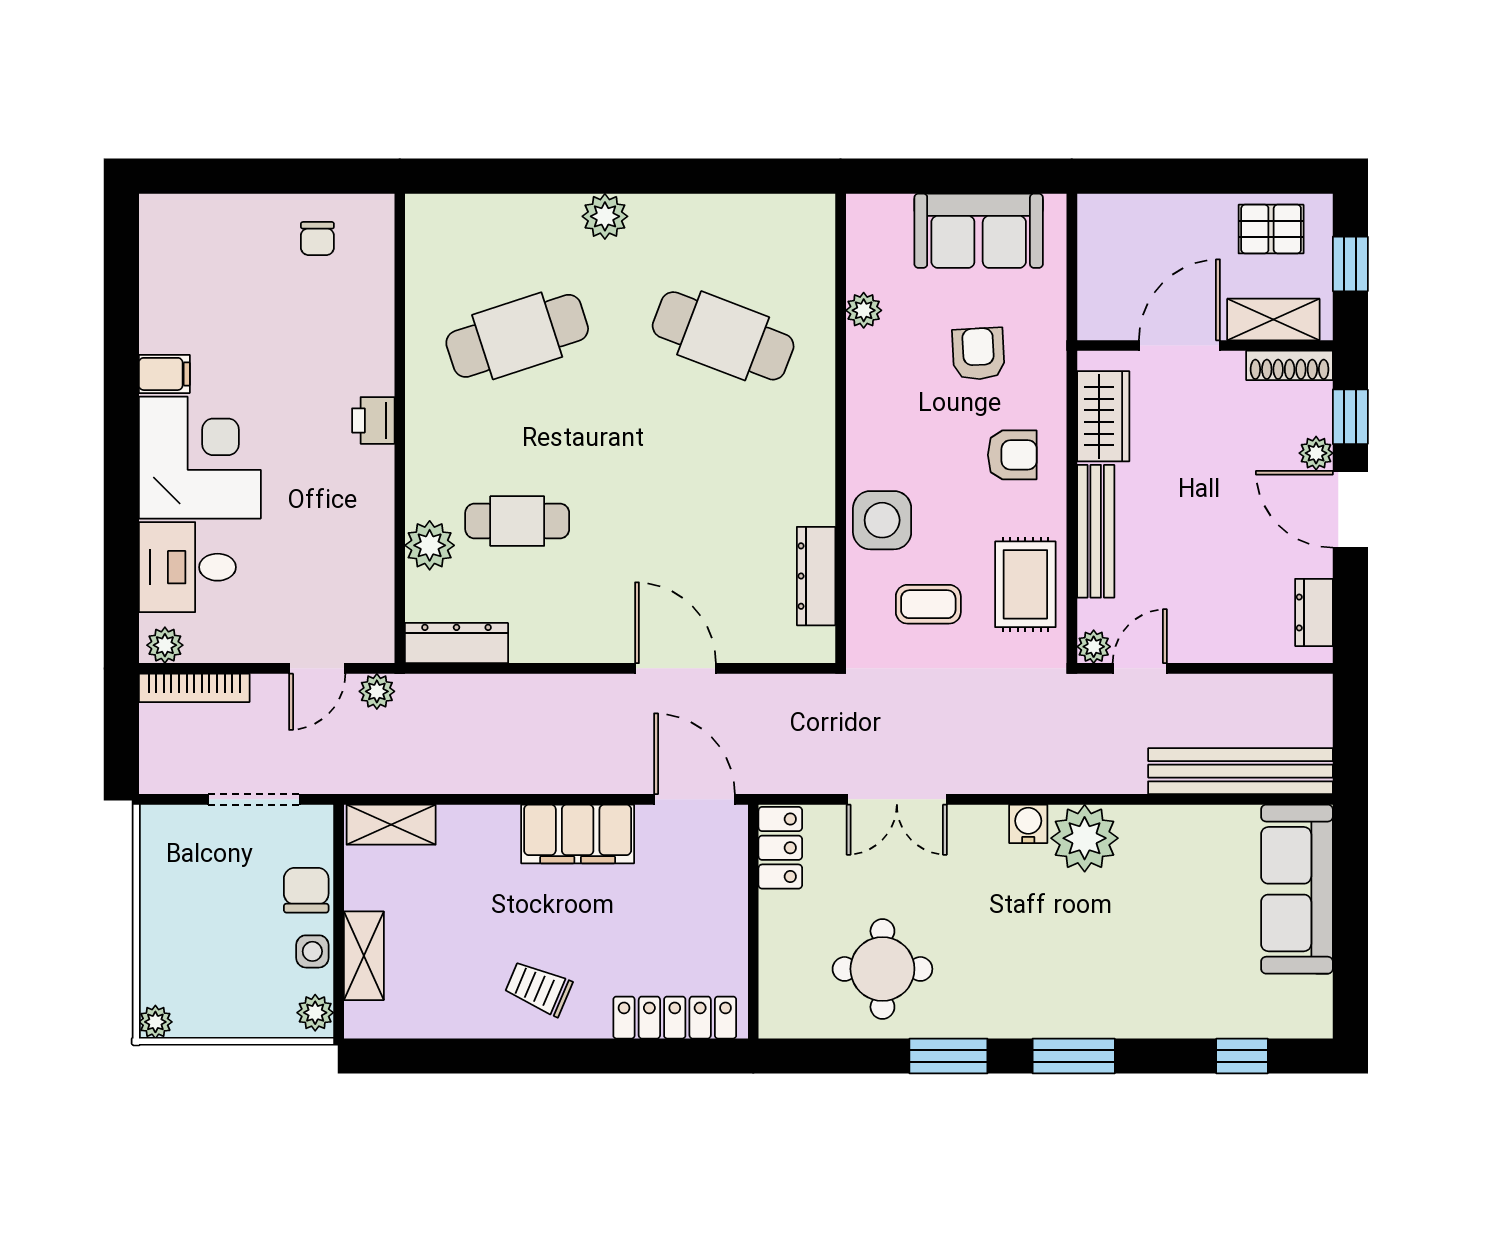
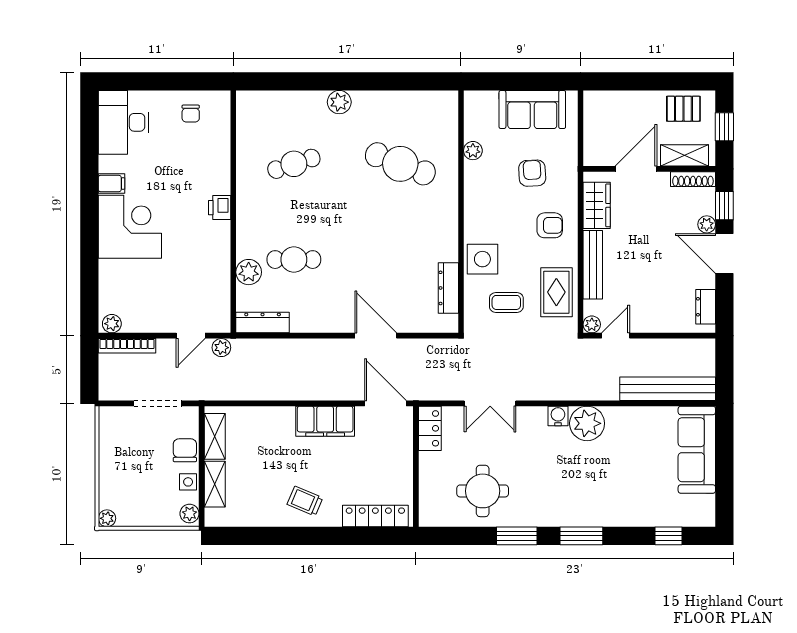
cafe table: (517, 336) -> (294, 164), width x0.73, depth x0.74
desk: (187, 567) -> (123, 122), moved, width x1.37
shelving: (391, 825) -> (215, 436), moved, turned 90

